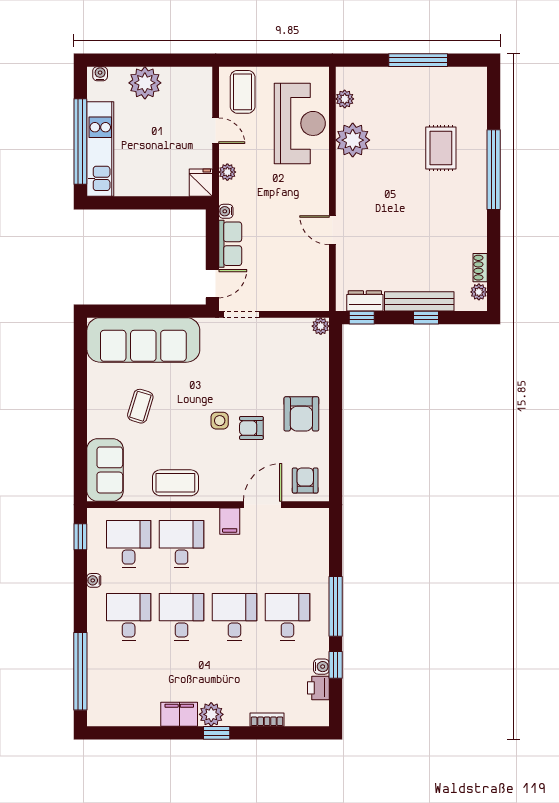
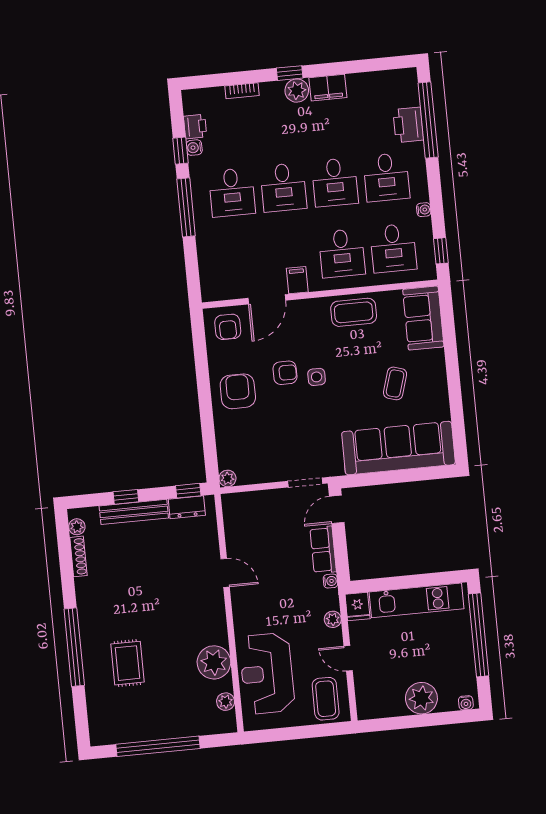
window: (418, 60) -> (158, 746), width x1.46
kitchen unit: (100, 149) -> (416, 600), moved, turned -90
shoe rack: (480, 268) -> (78, 556), width x1.43
printer: (101, 668) -> (408, 125), added

